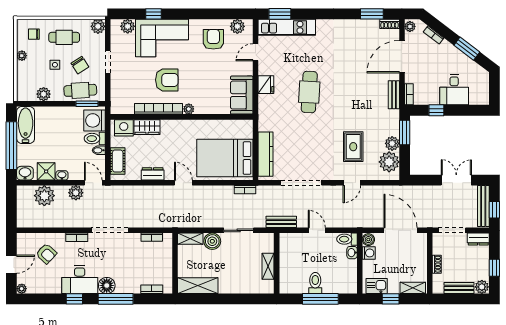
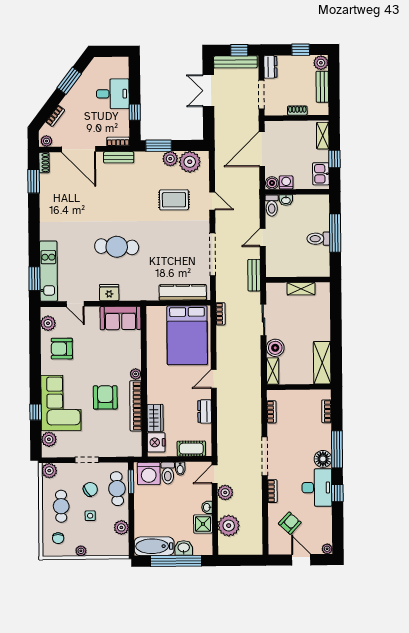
washbasin: (25, 173) -> (184, 548), moved, turned 90

